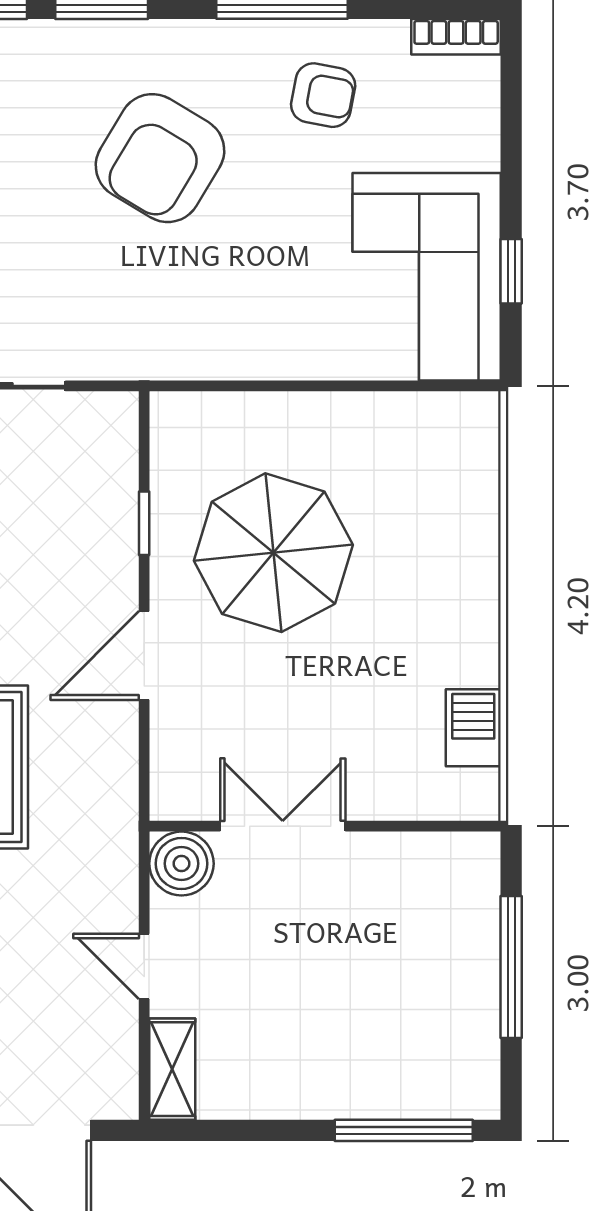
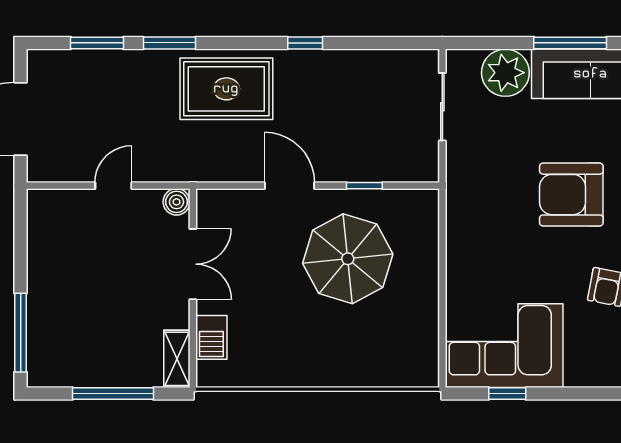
armchair: (160, 158) -> (571, 195), turned -31
barbecue: (473, 728) -> (211, 337), moved, turned 90
boiler: (181, 864) -> (177, 202), width x0.73, depth x0.73
shelving: (172, 1069) -> (177, 359), moved, turned 90

